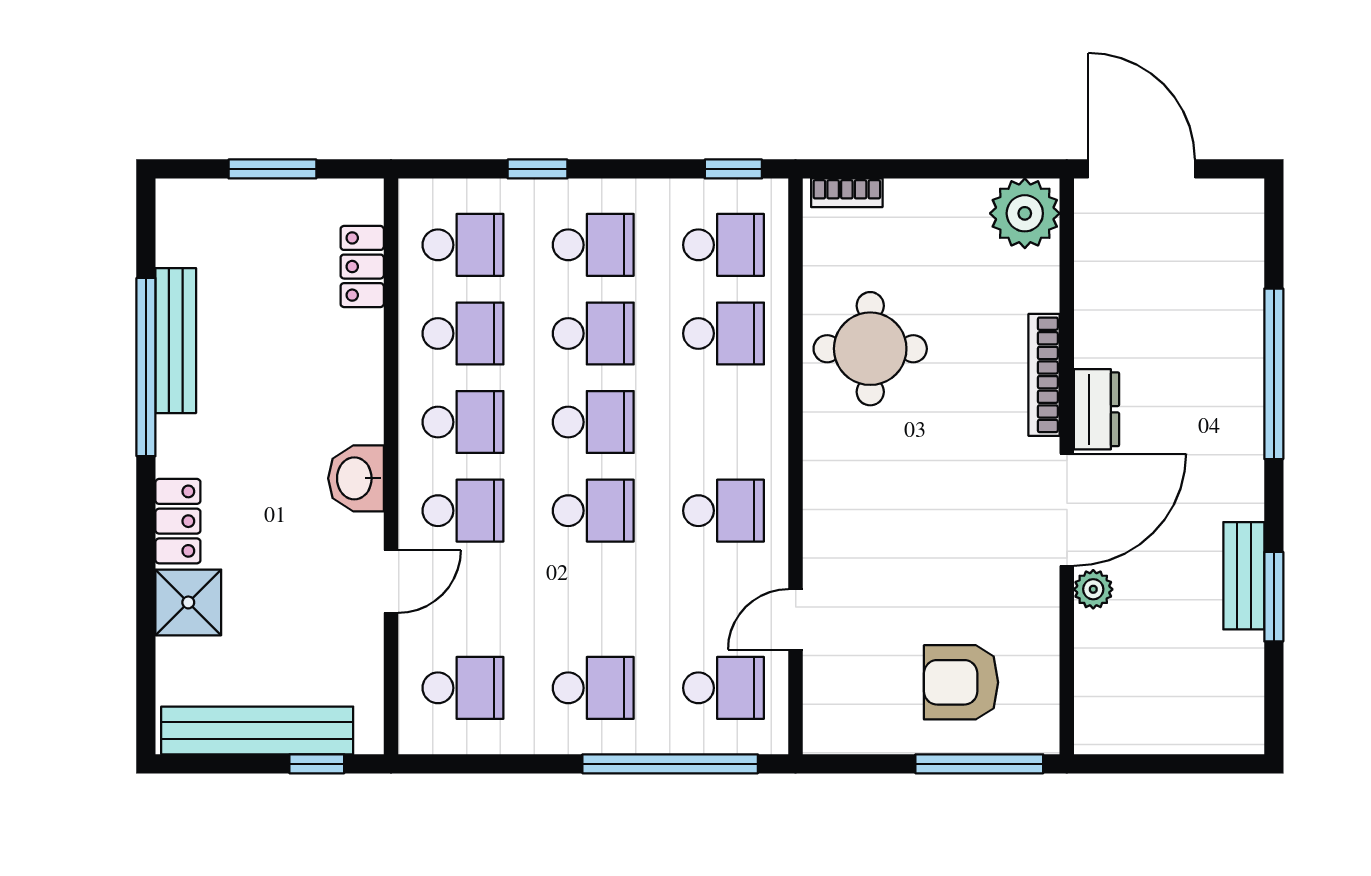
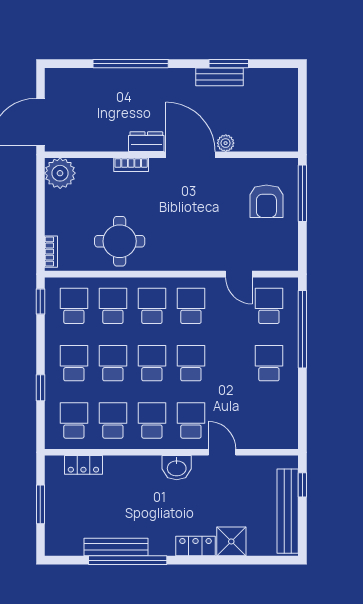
bookcase: (1044, 375) -> (131, 165), width x0.64
school desk: (463, 688) -> (152, 306), moved

